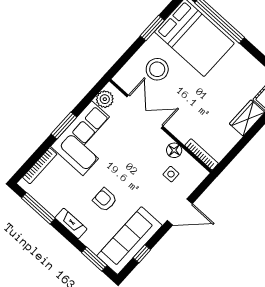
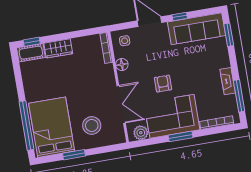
double door: (145, 112) -> (121, 104), swing flipped
side table: (171, 174) -> (125, 41), moved
armchair: (105, 200) -> (163, 84), moved, turned 180
fireplace: (71, 223) -> (228, 81), moved
window: (142, 254) -> (180, 17), moved

